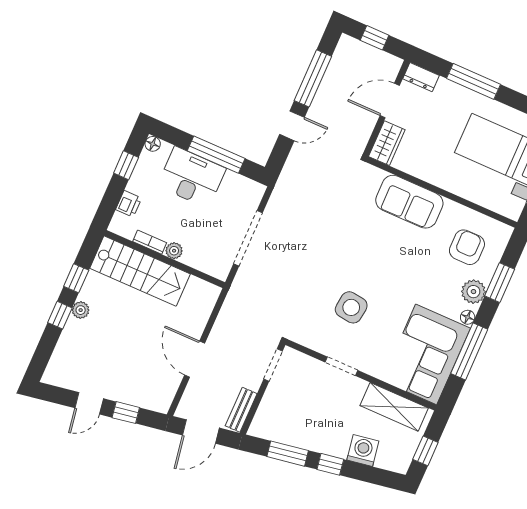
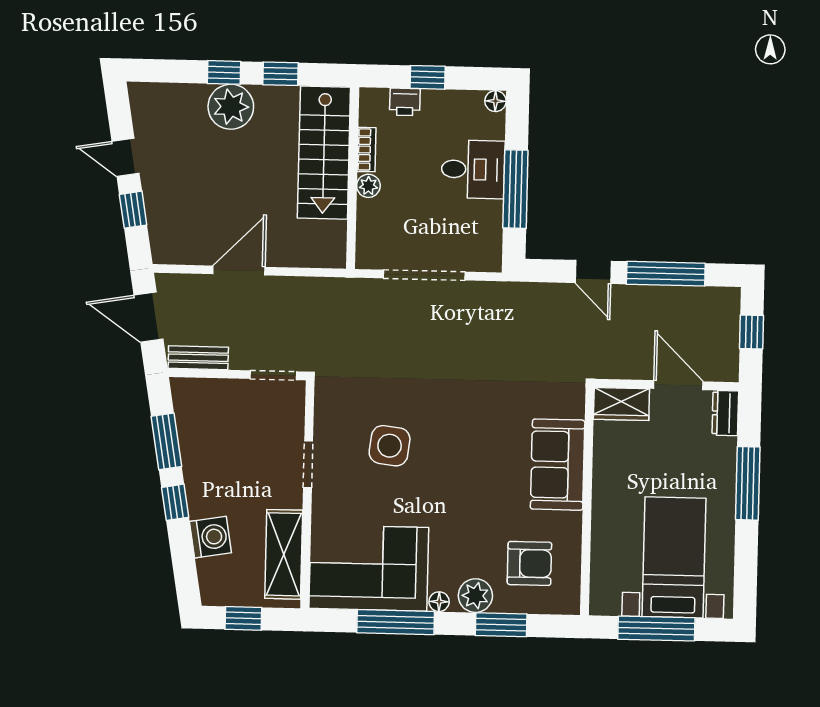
window: (126, 165) -> (428, 77), moved
desk: (192, 177) -> (473, 169), width x0.73
plant: (81, 310) -> (231, 107), width x1.87, depth x1.87

